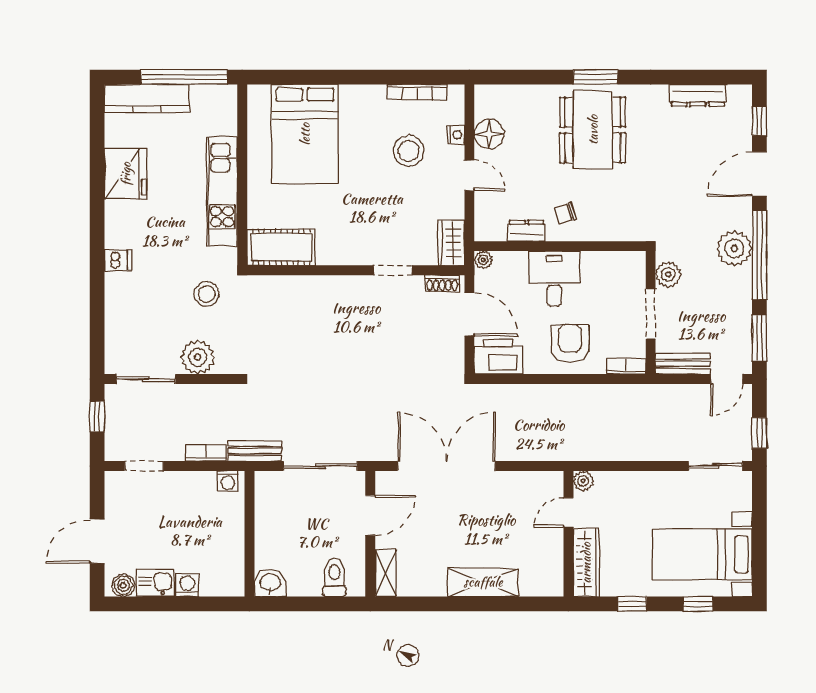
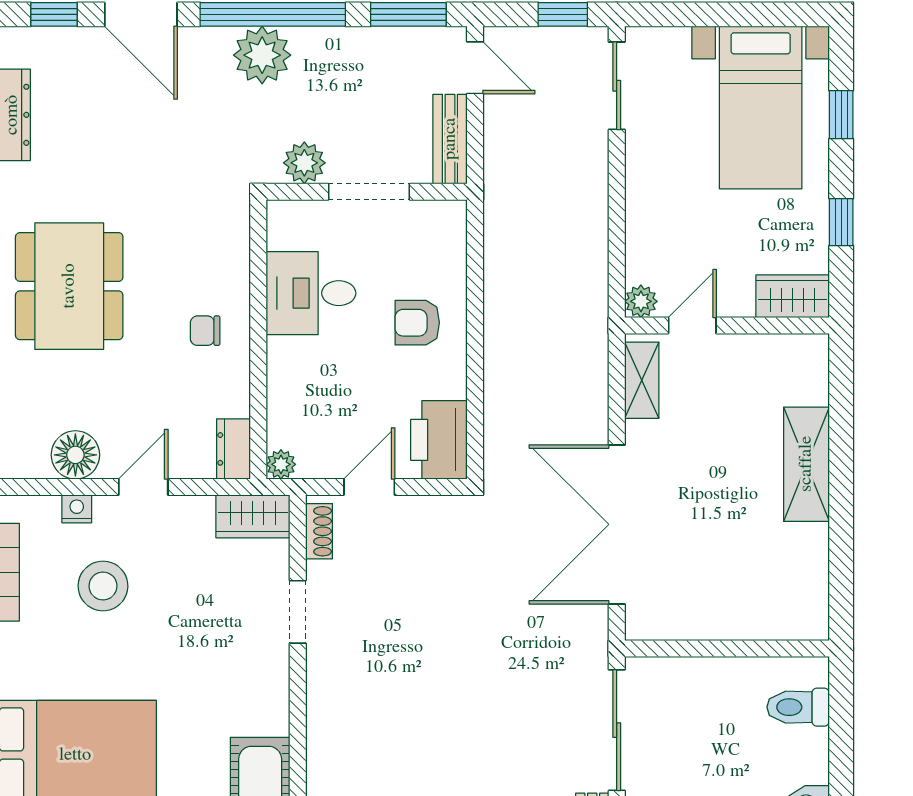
dining table: (593, 130) -> (69, 286), turned 90
chair: (565, 213) -> (205, 331), turned 108
dresser: (527, 231) -> (233, 449), moved
desk: (554, 278) -> (311, 293), moved
door: (469, 314) -> (369, 487), width x0.73
armchair: (570, 344) -> (417, 323), width x0.72, depth x0.72
bookcase: (626, 366) -> (454, 232), removed
door: (568, 512) -> (692, 326), swing flipped
door: (370, 515) -> (697, 648), removed
wardrobe: (586, 563) -> (793, 296), width x0.67
shelving: (386, 573) -> (642, 380), moved, turned 90

